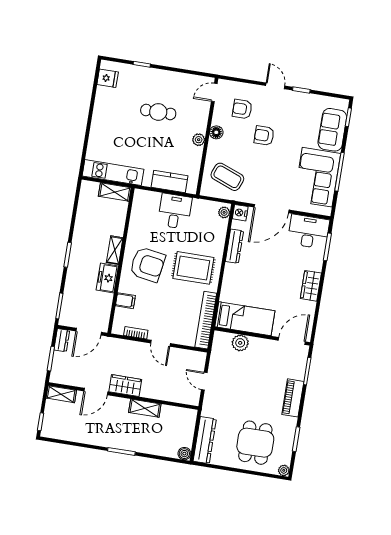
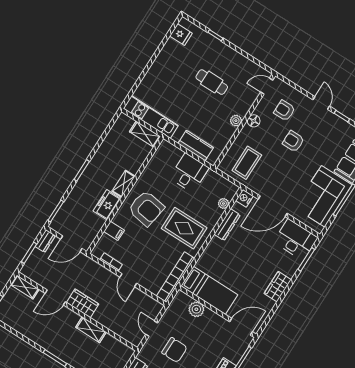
coffee table: (227, 177) -> (247, 163), turned 69
plant: (224, 212) -> (223, 203), moved
chair: (236, 392) -> (174, 350), added

